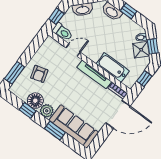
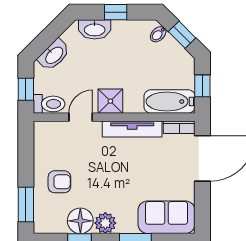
shower: (141, 50) -> (110, 101), moved, turned 45
bathtub: (113, 67) -> (170, 101), moved
armchair: (39, 74) -> (59, 182), turned -74
sofa: (74, 126) -> (166, 217), width x0.73

